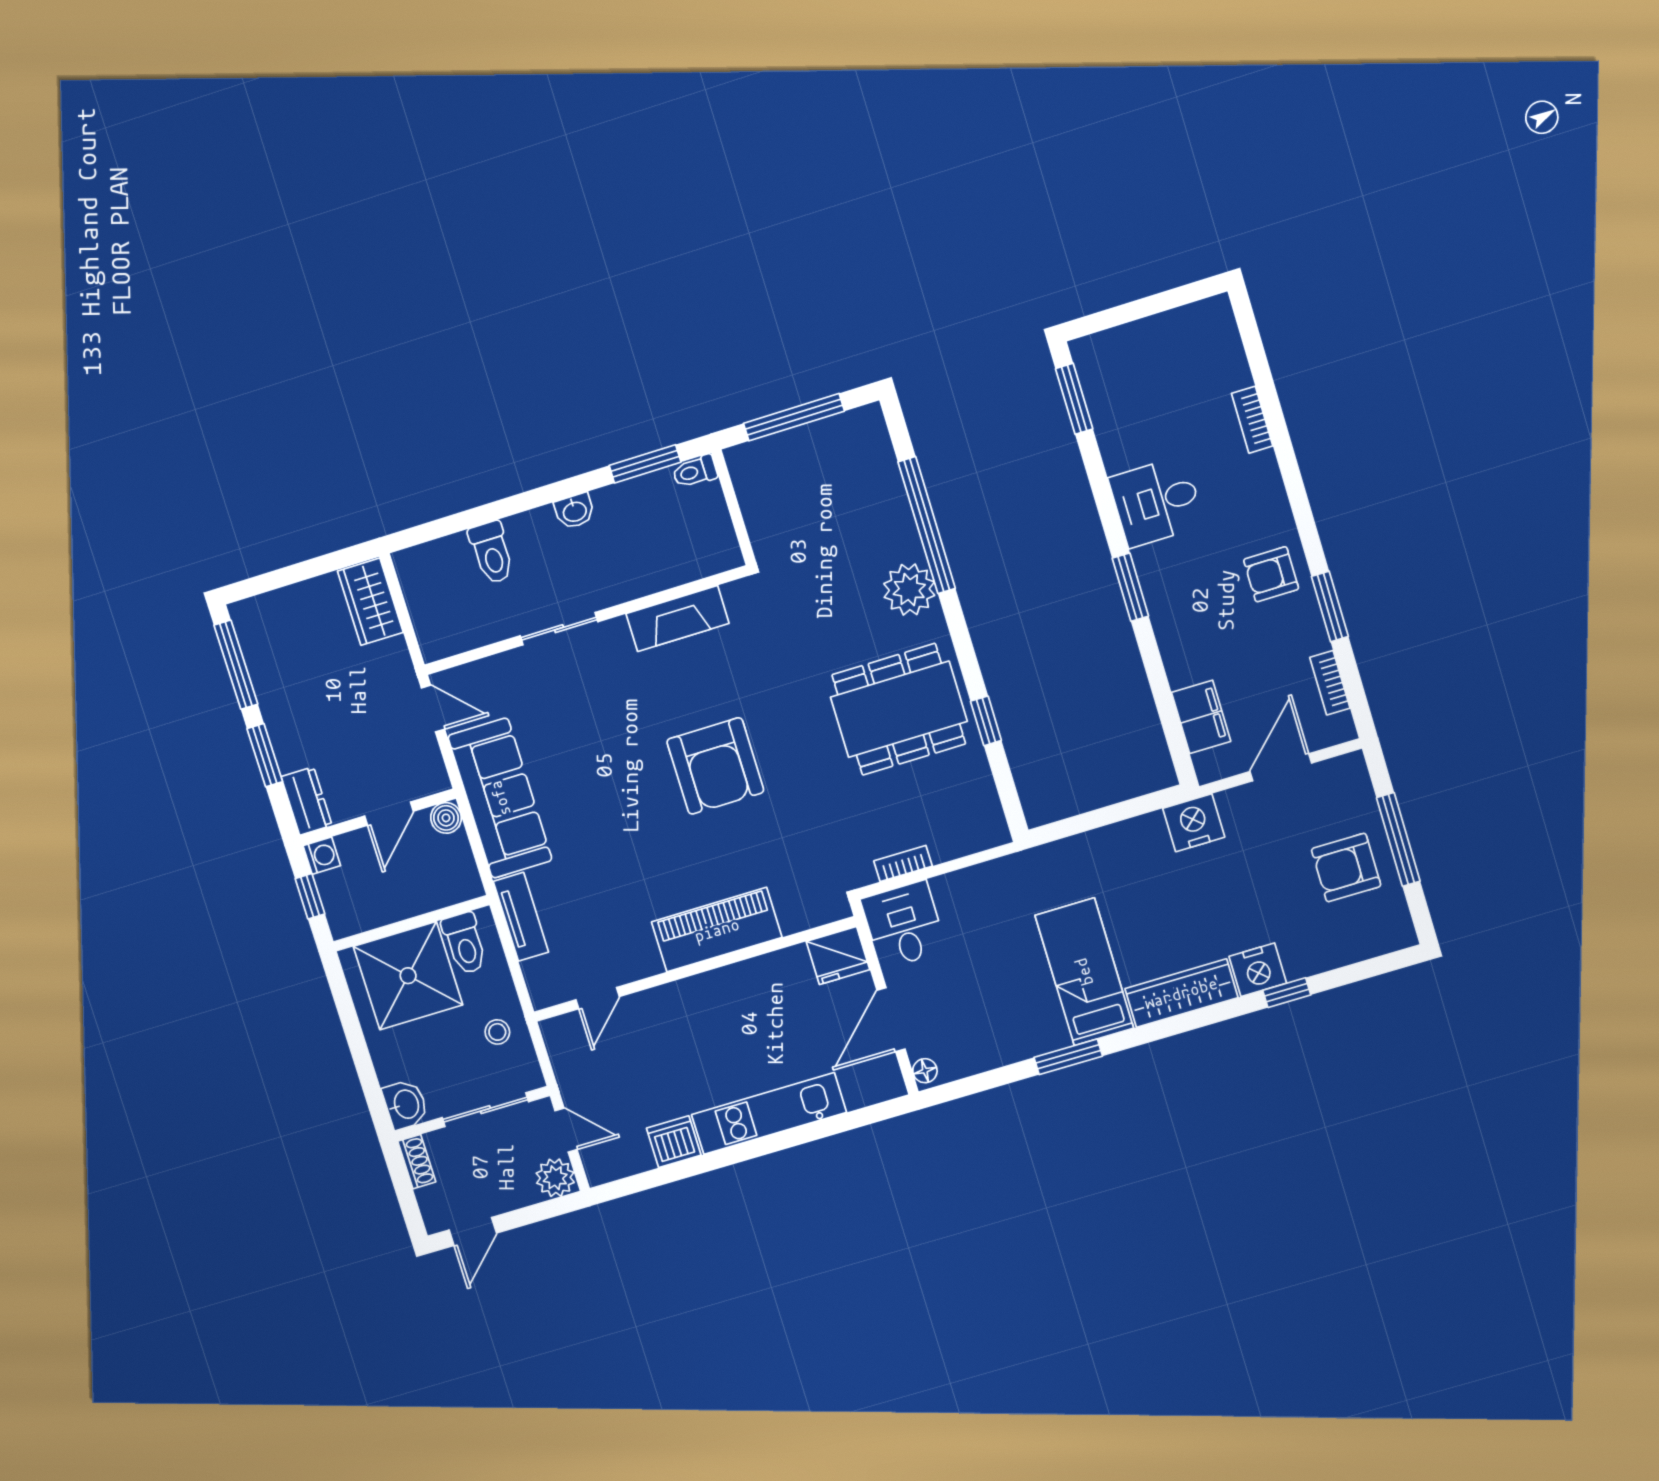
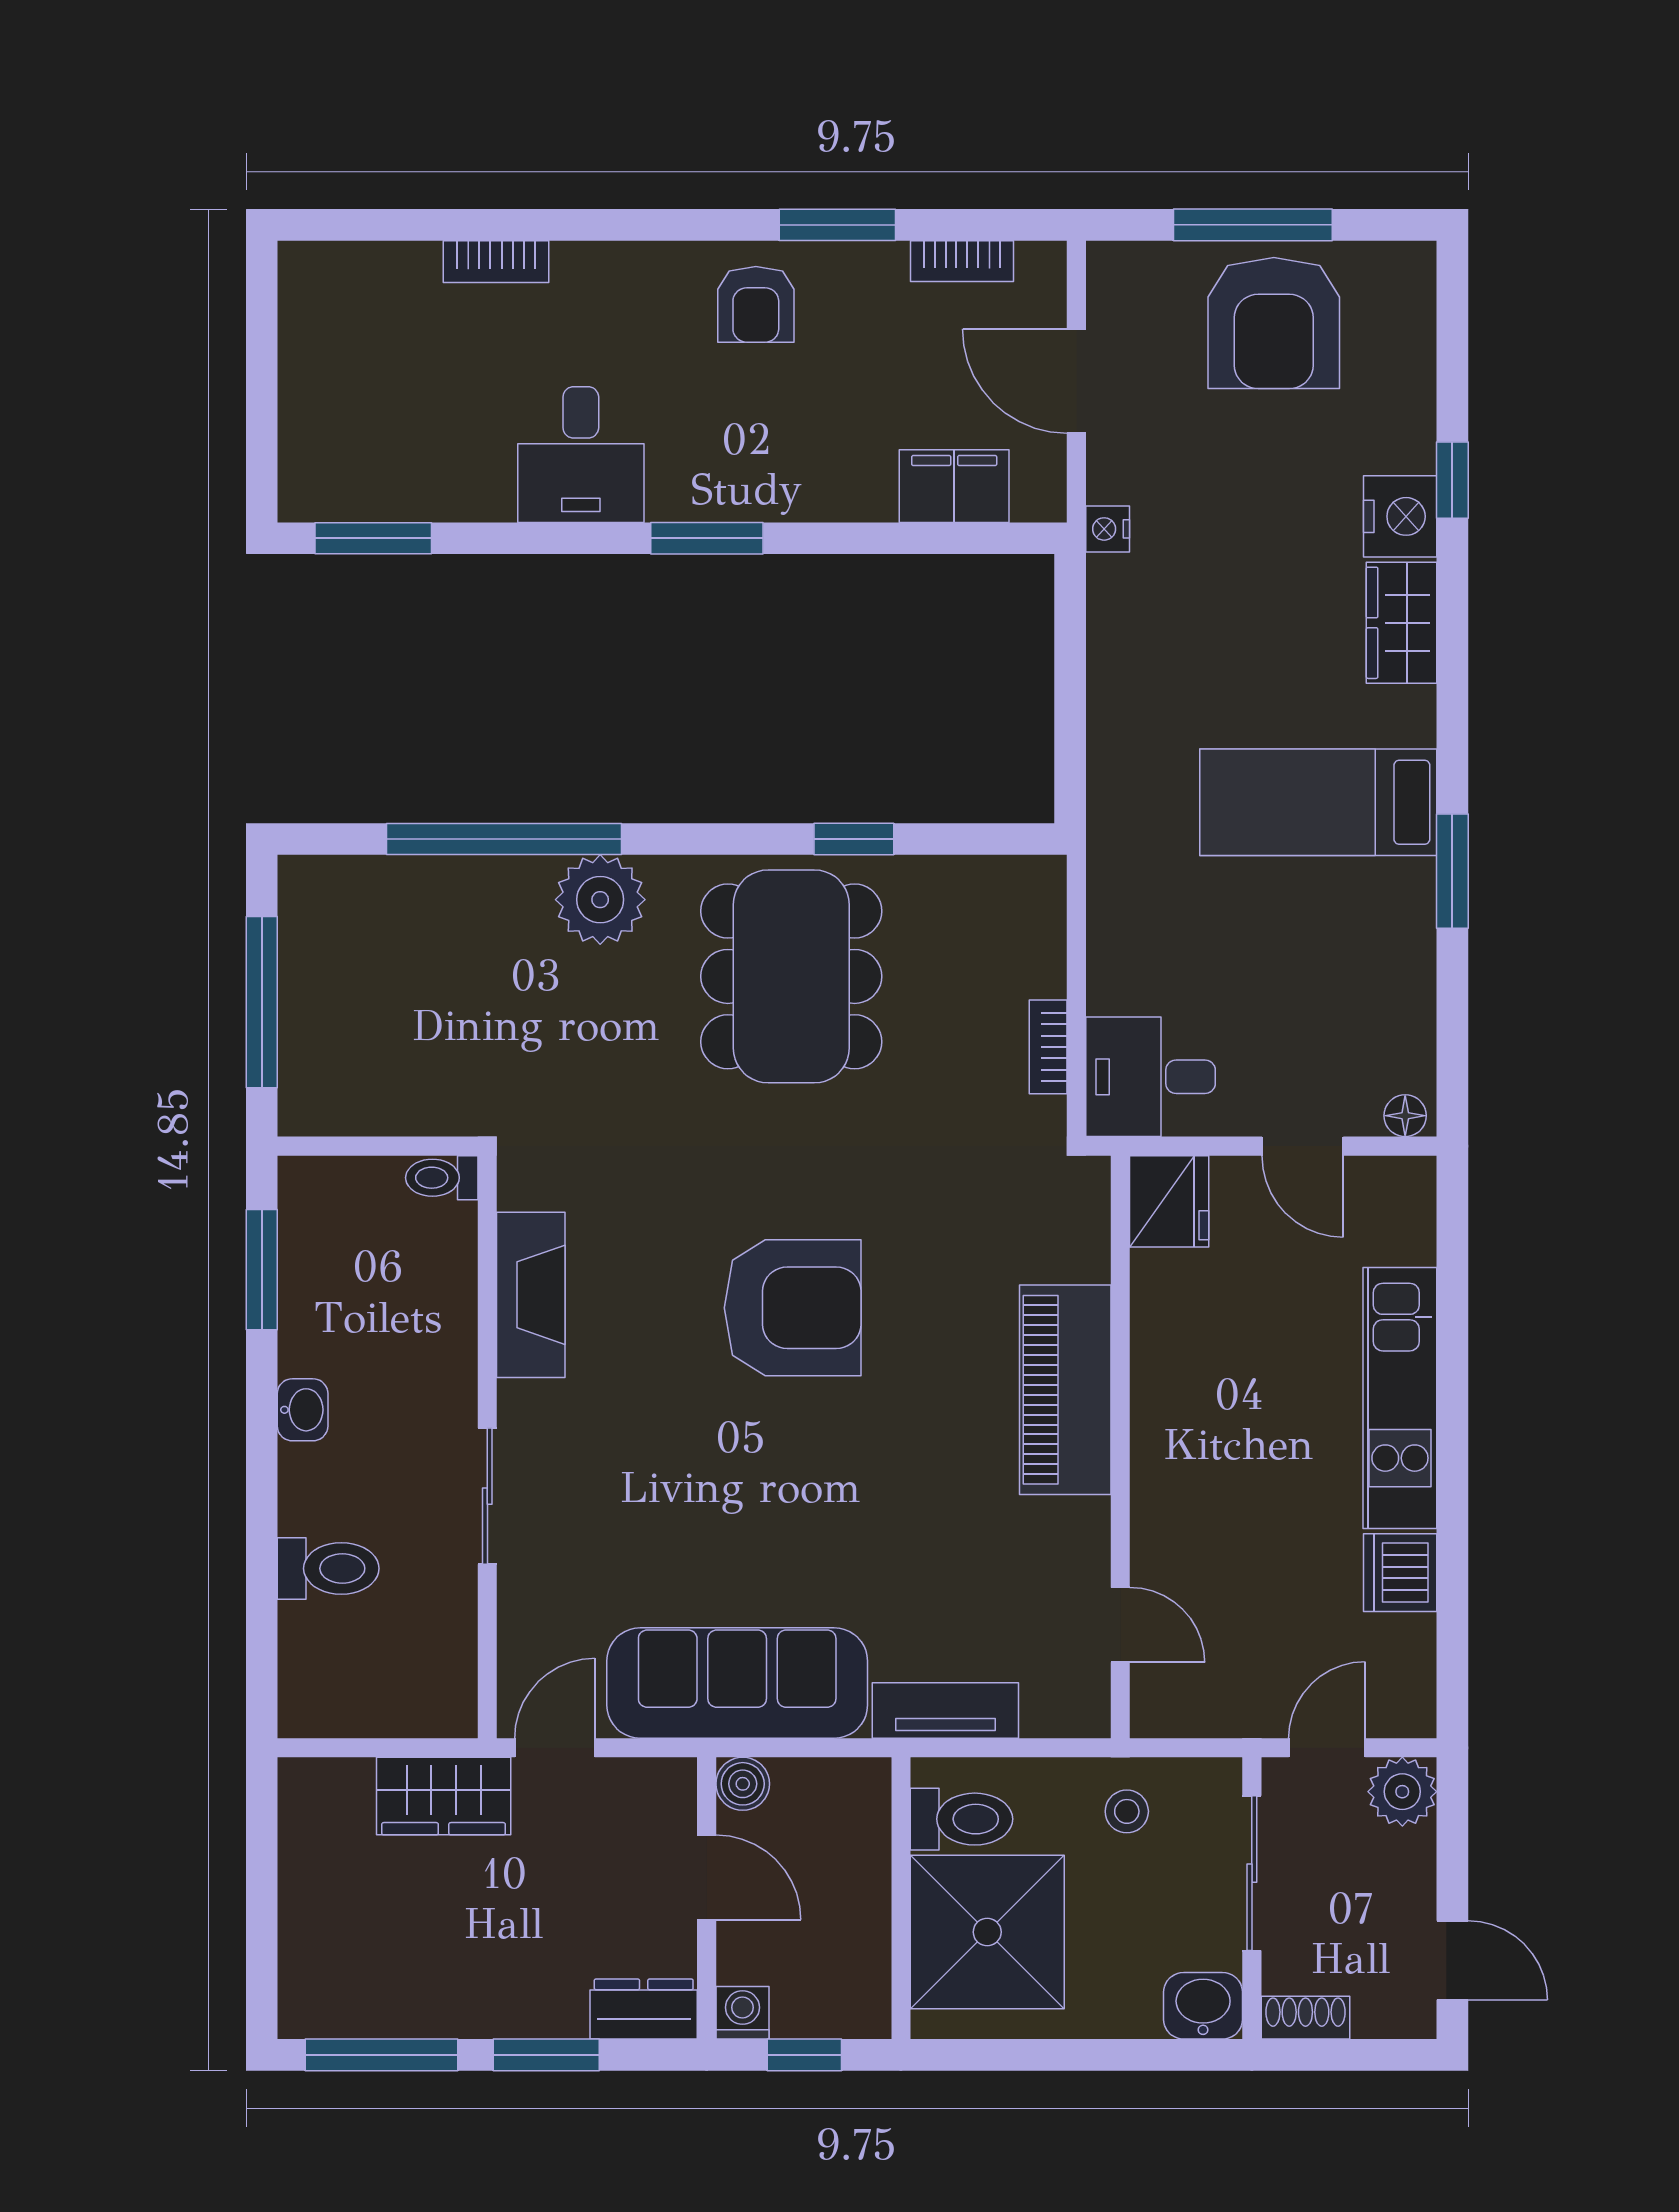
toilet: (695, 472) -> (442, 1178), moved, turned 90
wardrobe: (370, 602) -> (444, 1796), moved
nightstand: (1194, 823) -> (1108, 529), width x0.53, depth x0.56
armchair: (1346, 868) -> (1274, 323), width x1.36, depth x1.36
wardrobe: (1181, 993) -> (1402, 623), width x0.67
door: (891, 1020) -> (1303, 1146), width x0.73

